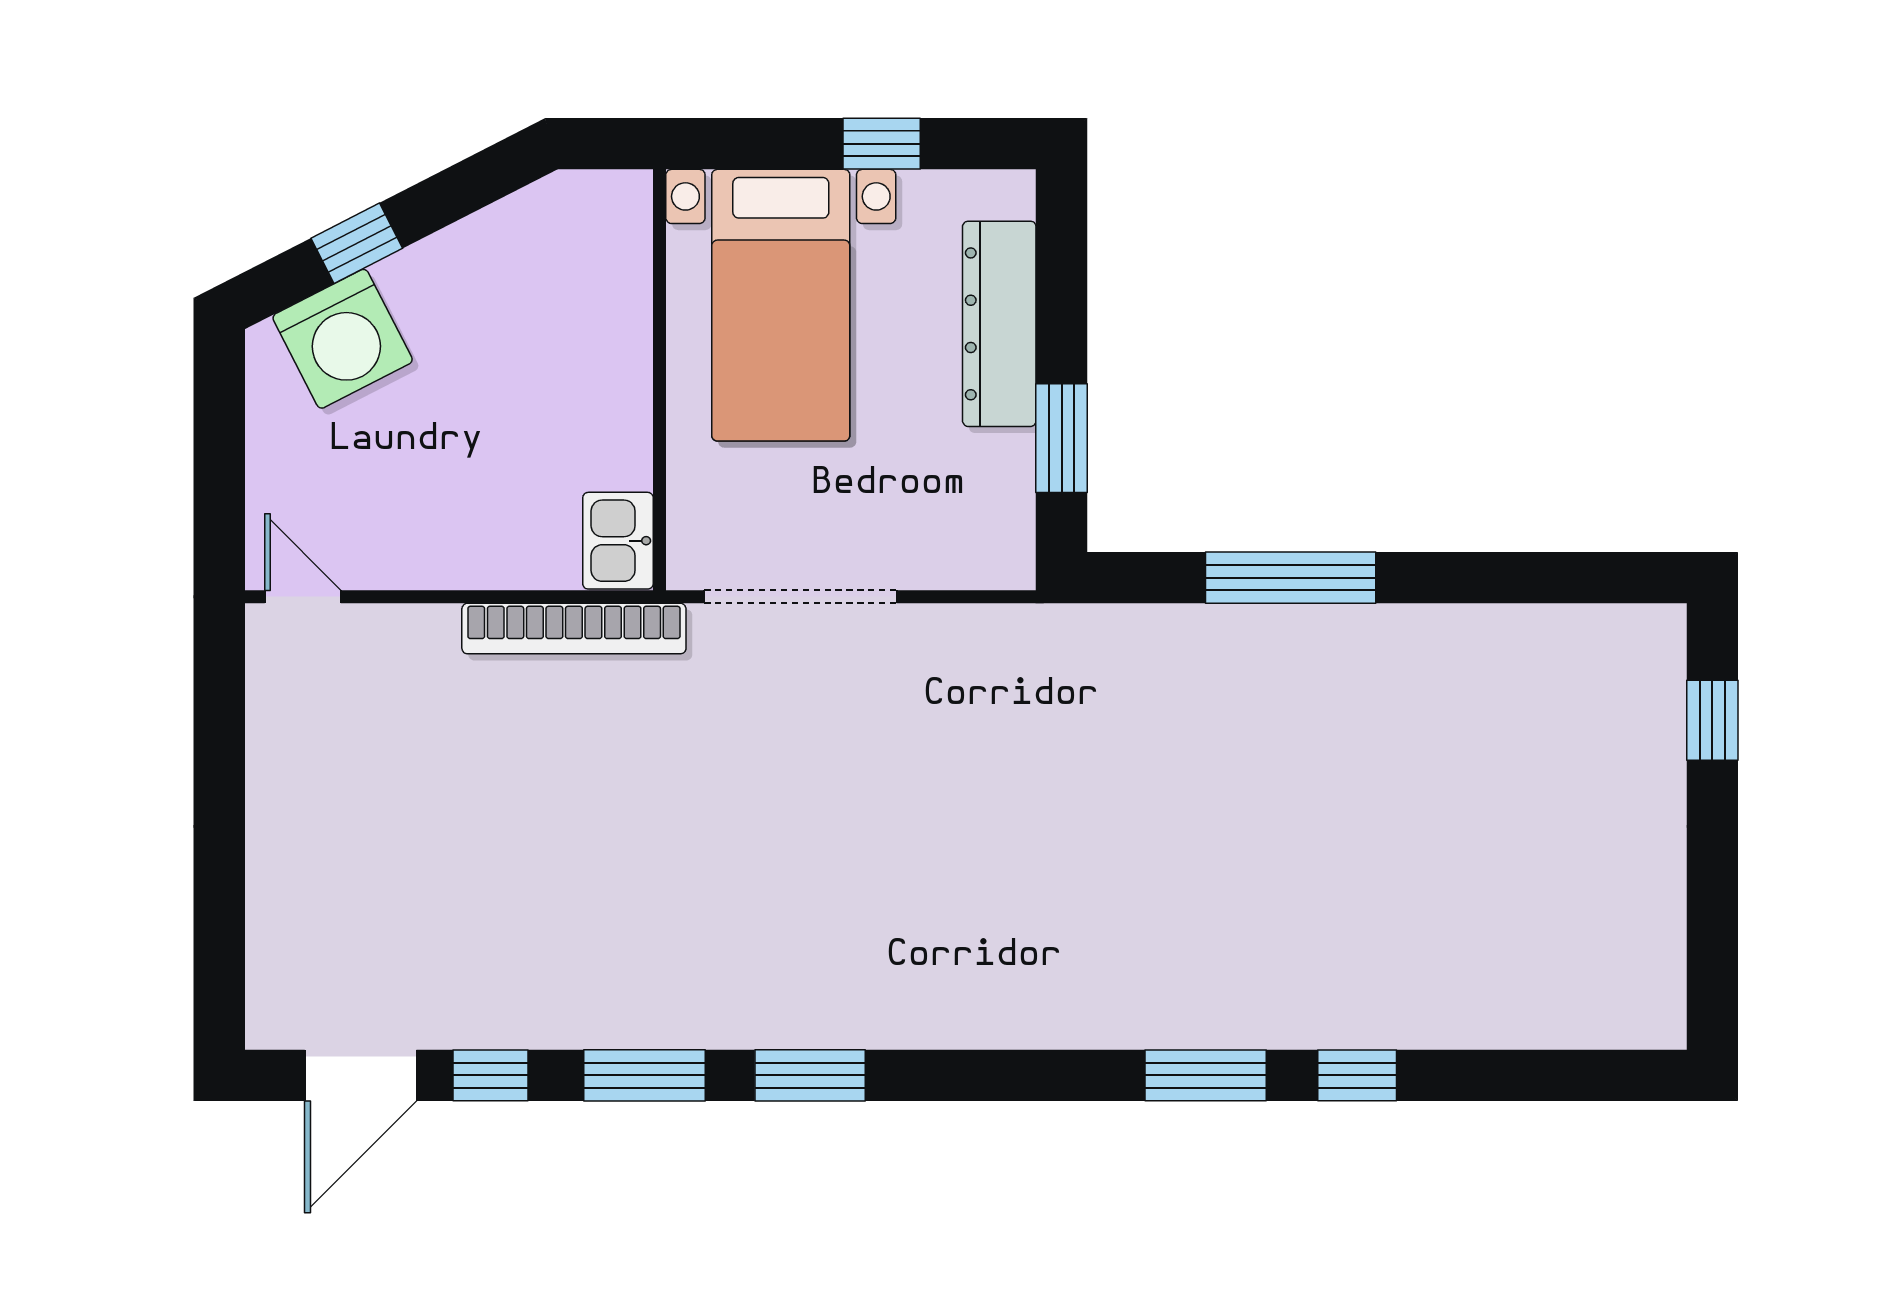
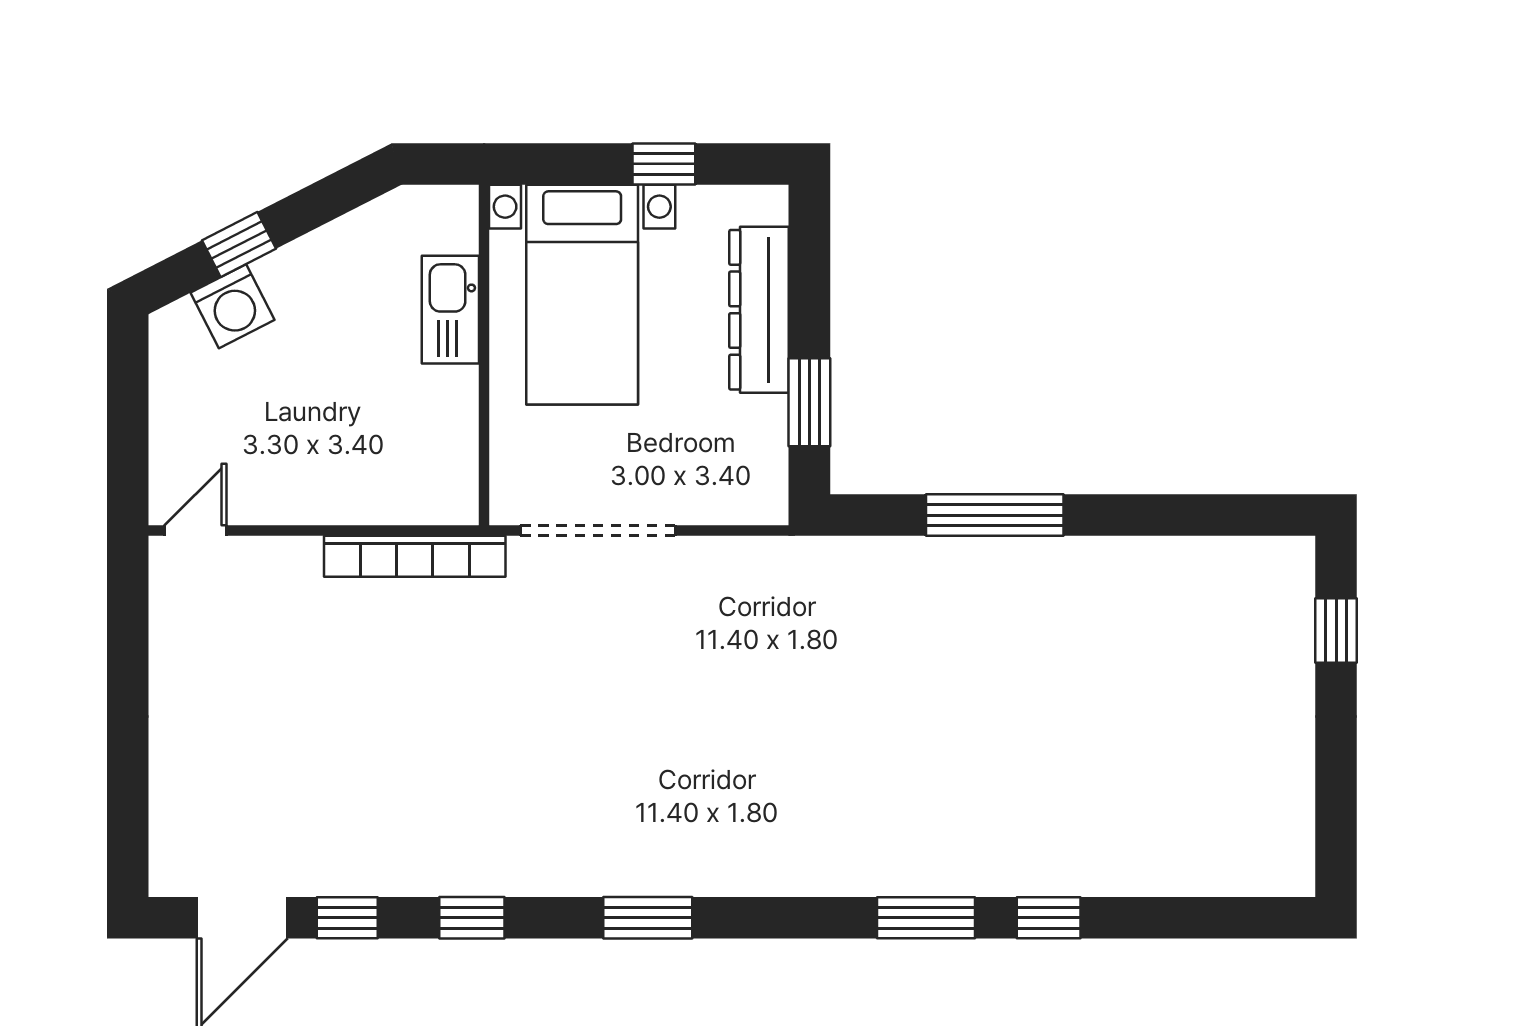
washing machine: (343, 339) -> (233, 306), width x0.73, depth x0.73
kitchen sink: (618, 541) -> (450, 310), moved, width x1.38
door: (303, 597) -> (195, 531), hinge flipped
window: (644, 1075) -> (472, 918), width x0.67
window: (810, 1075) -> (648, 918), moved

